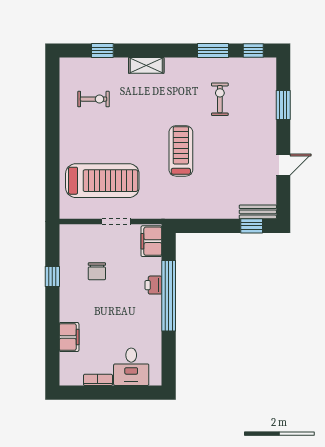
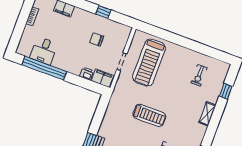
printer: (153, 285) -> (87, 74), moved
window: (169, 296) -> (44, 68), moved
desk: (131, 367) -> (44, 51), moved, turned -90

